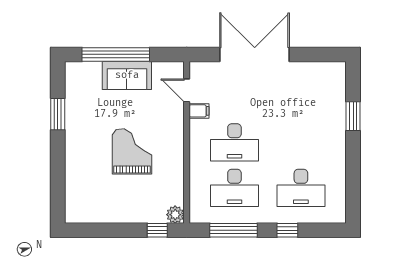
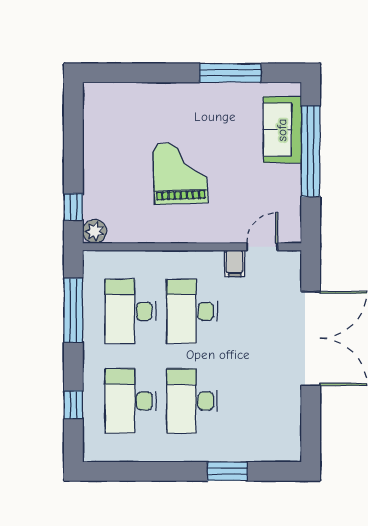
sofa: (127, 75) -> (282, 130), moved
window: (58, 114) -> (230, 73), width x1.44
desk: (301, 142) -> (192, 401), added
grand piano: (132, 151) -> (180, 173), turned -92
window: (287, 230) -> (73, 405), moved

